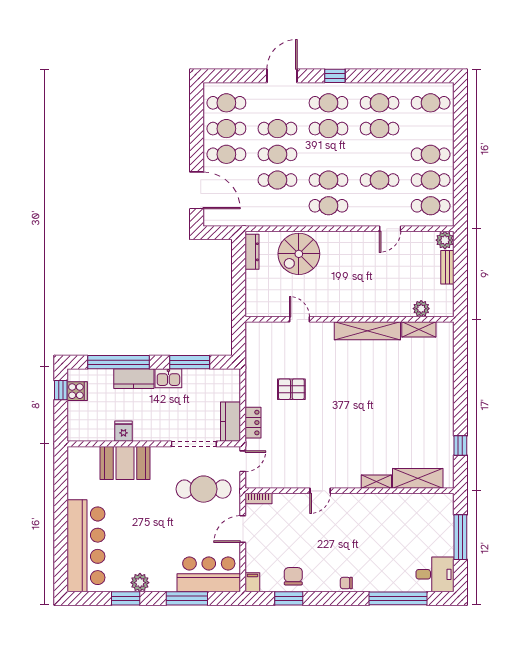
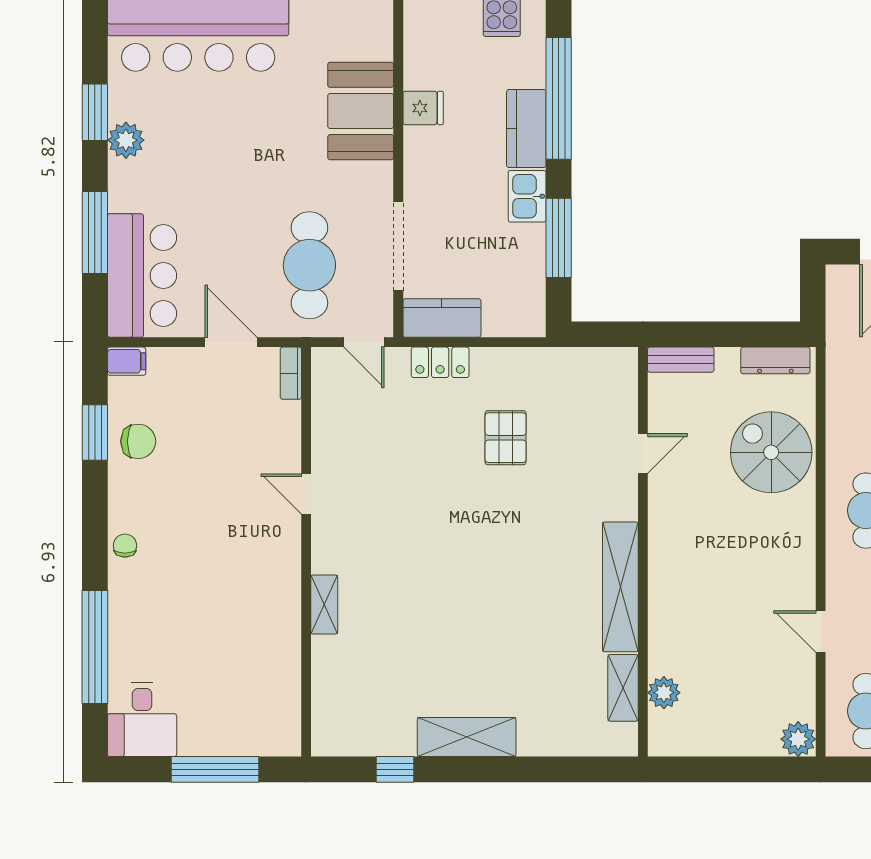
bench: (447, 267) -> (681, 360), moved
shelving: (418, 478) -> (467, 737), moved, turned 90

